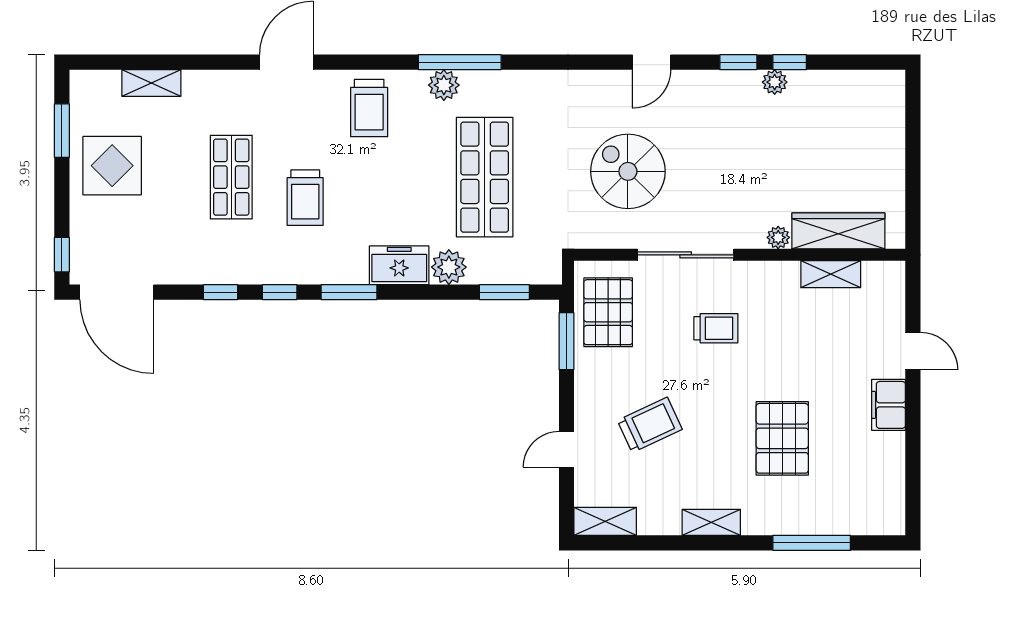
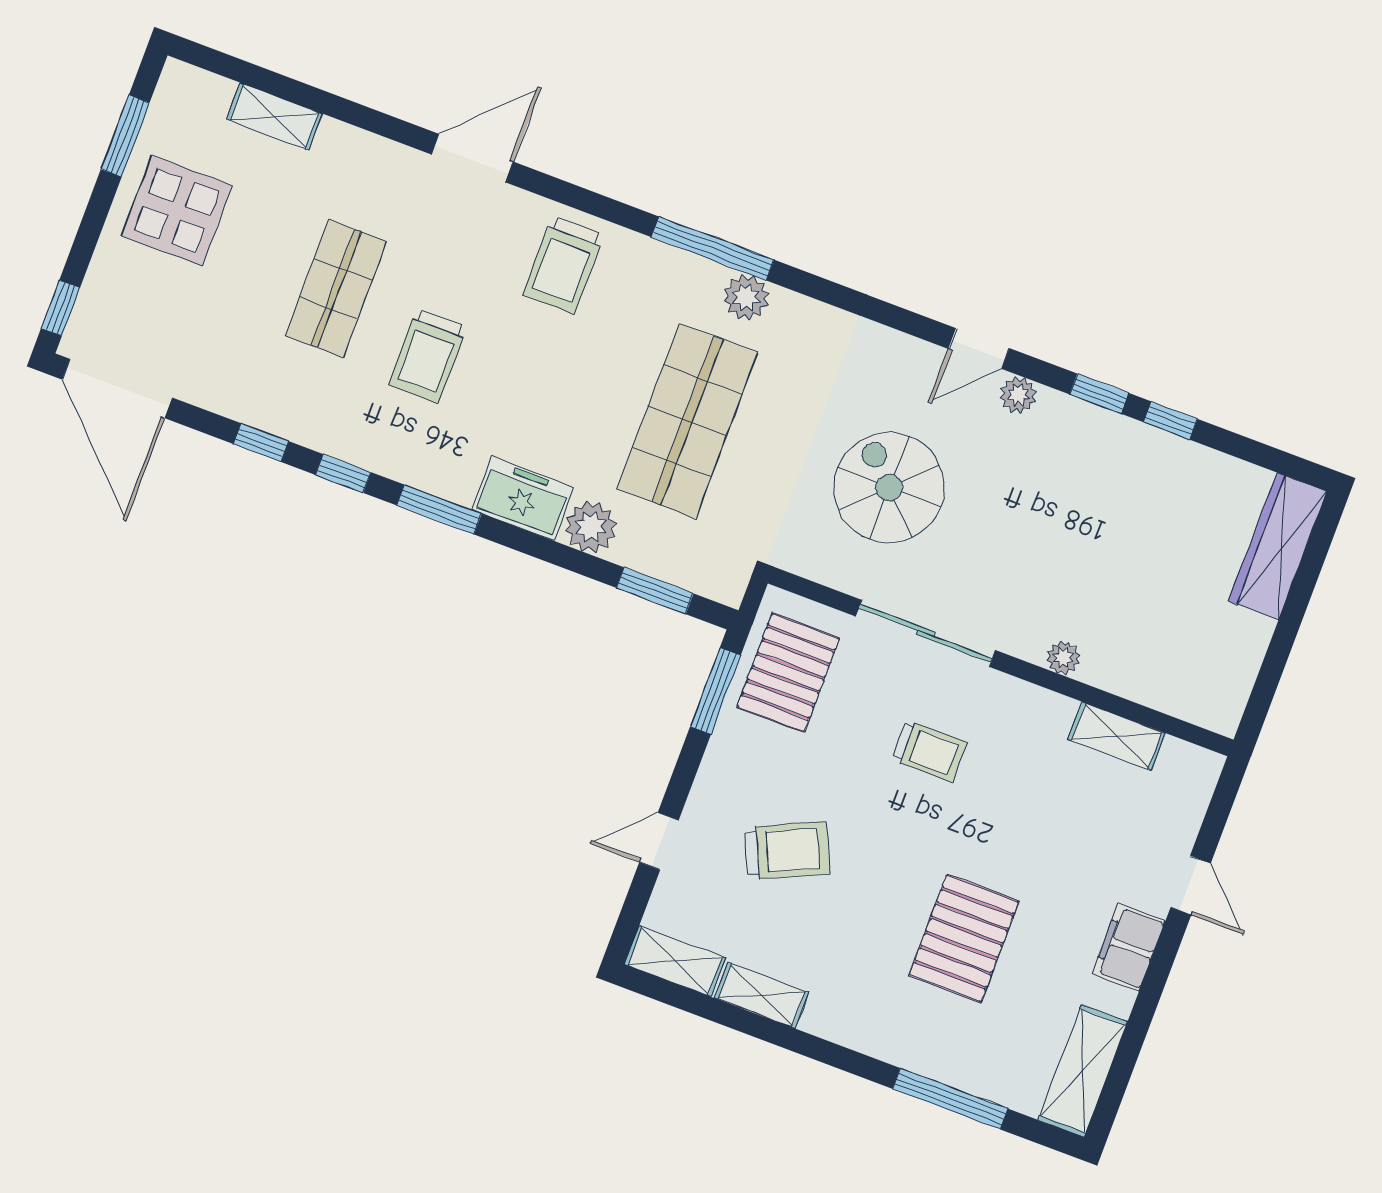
plant: (775, 82) -> (1018, 395), moved
plant: (444, 85) -> (746, 297), moved
wardrobe: (838, 231) -> (1278, 546), moved, turned -90
shelving: (889, 494) -> (1083, 1071), added
shelving: (711, 522) -> (762, 995), moved

